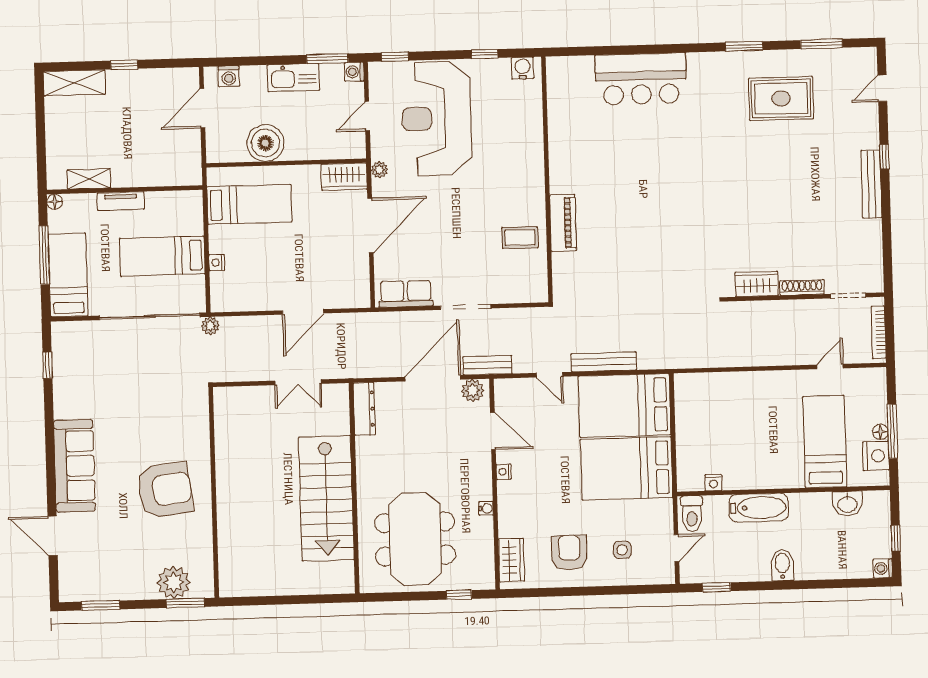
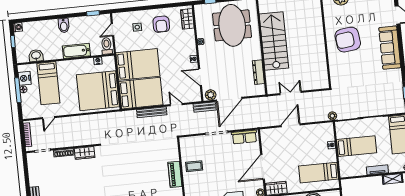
dresser: (364, 409) -> (258, 72), moved
bed: (718, 417) -> (98, 91), added

